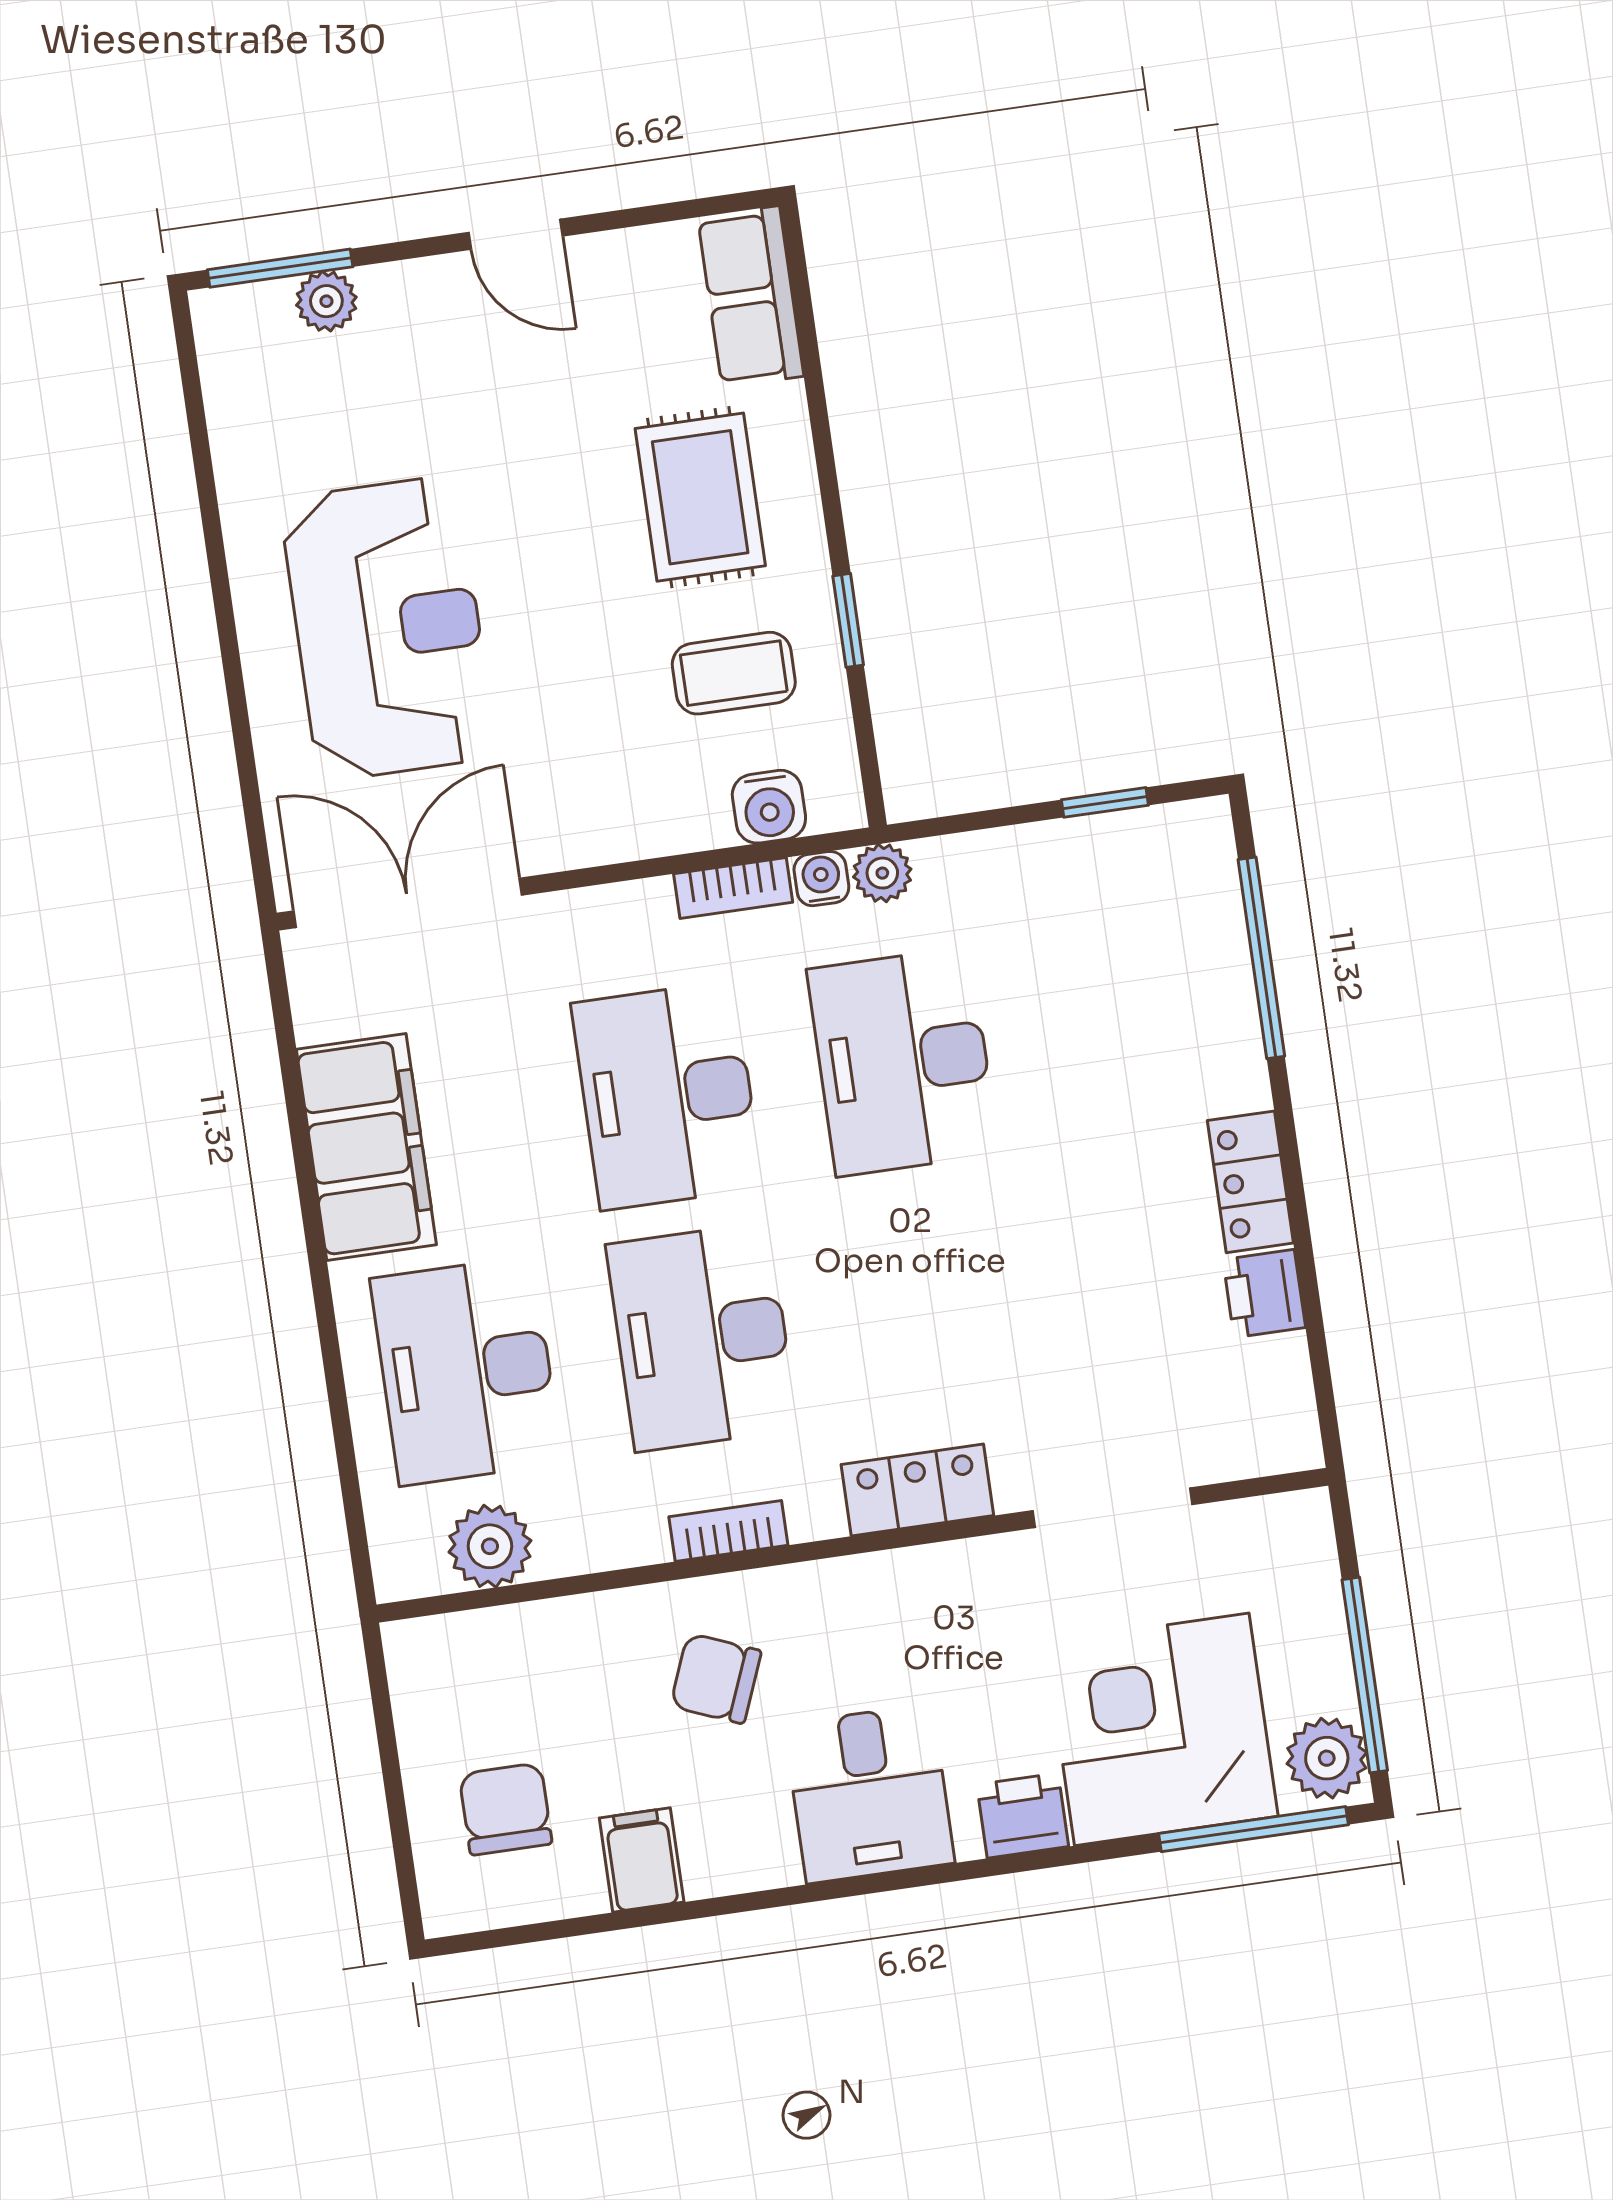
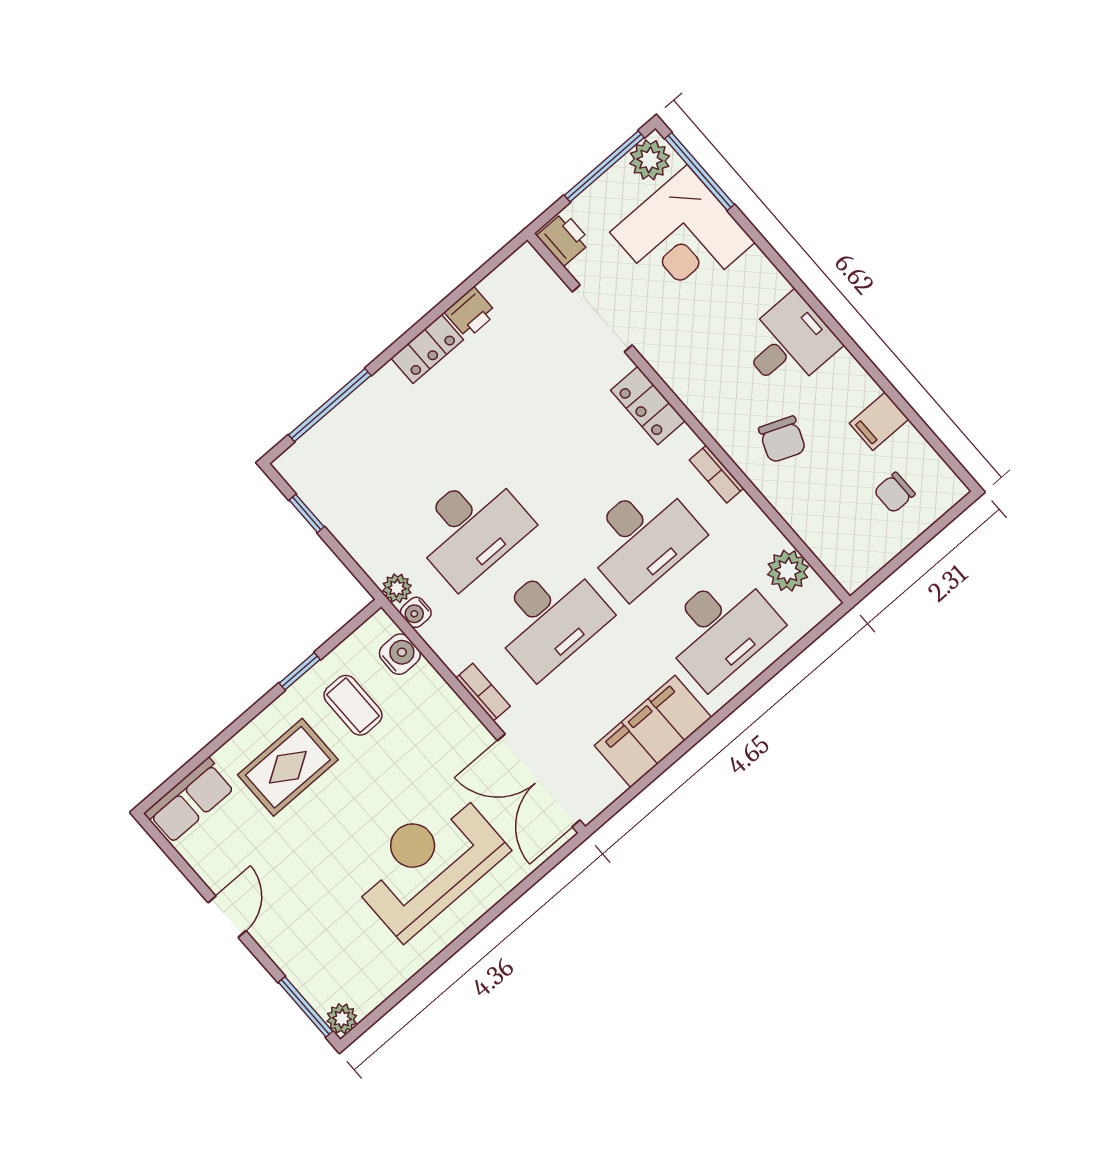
plant: (326, 301) -> (342, 1019), moved
bookcase: (733, 888) -> (483, 692), moved
chair: (506, 1809) -> (894, 493), width x0.73, depth x0.73
printer: (1023, 1816) -> (564, 239), moved, turned 180

